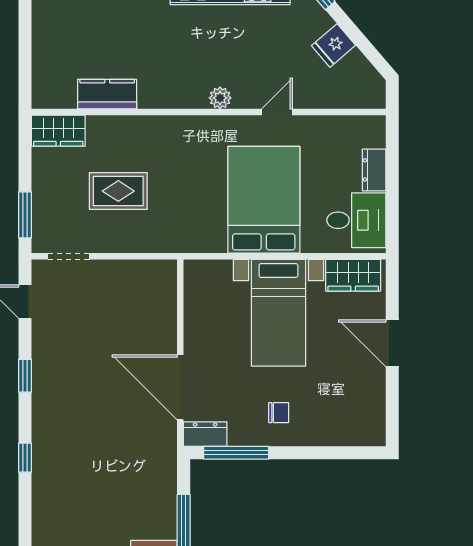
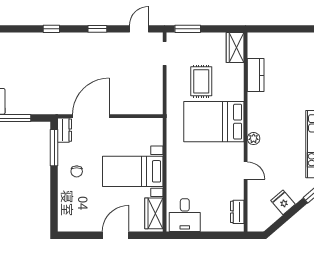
dresser: (374, 170) -> (237, 212), moved, turned -90
bed: (264, 200) -> (214, 122), moved, turned 180

